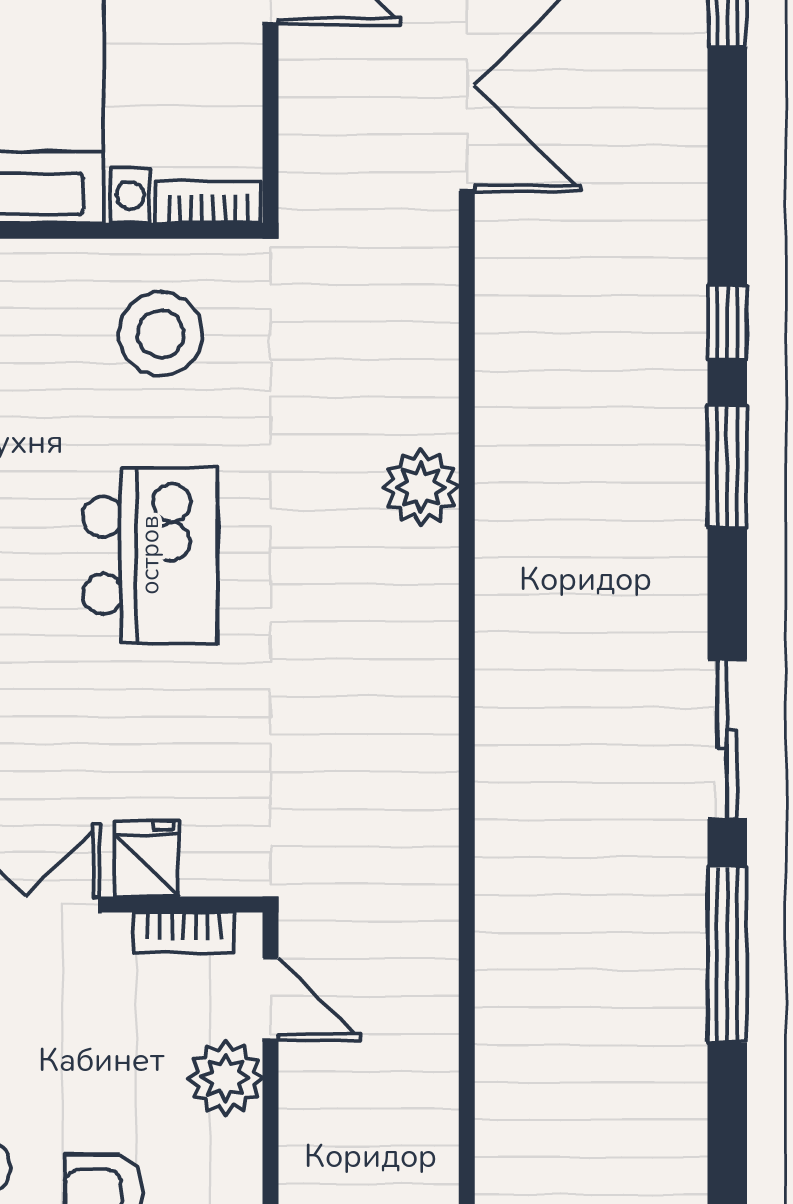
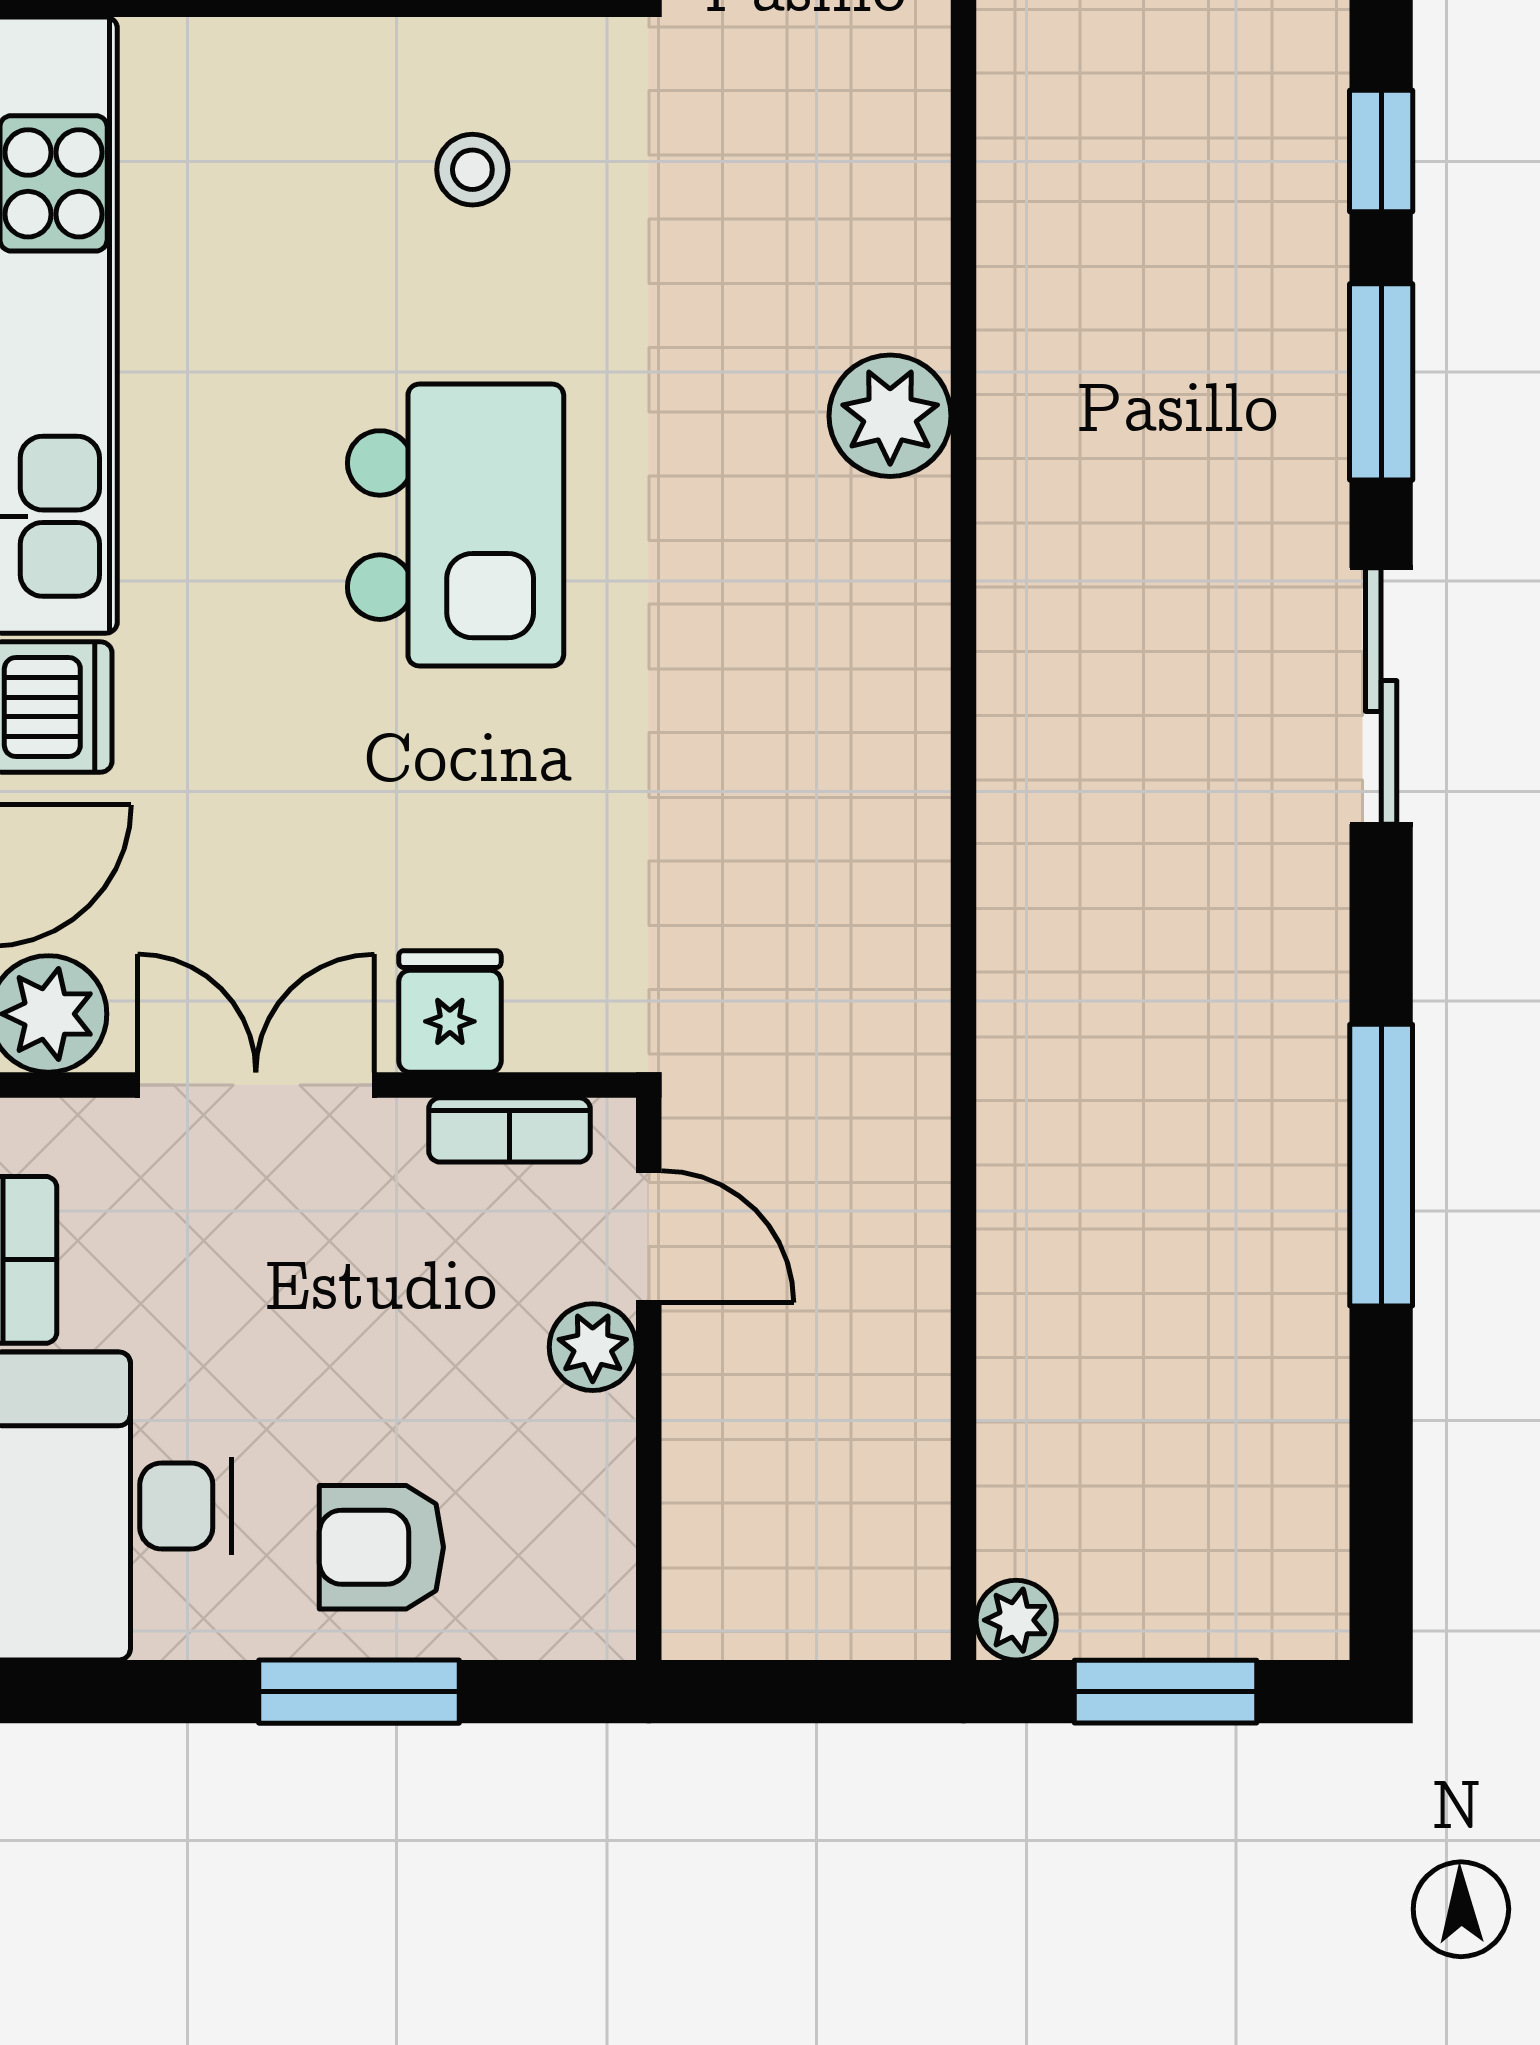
stool: (161, 334) -> (472, 170), width x0.53, depth x0.53
sliding door: (727, 739) -> (1381, 696), moved
plant: (225, 1078) -> (593, 1347), width x0.73, depth x0.73

